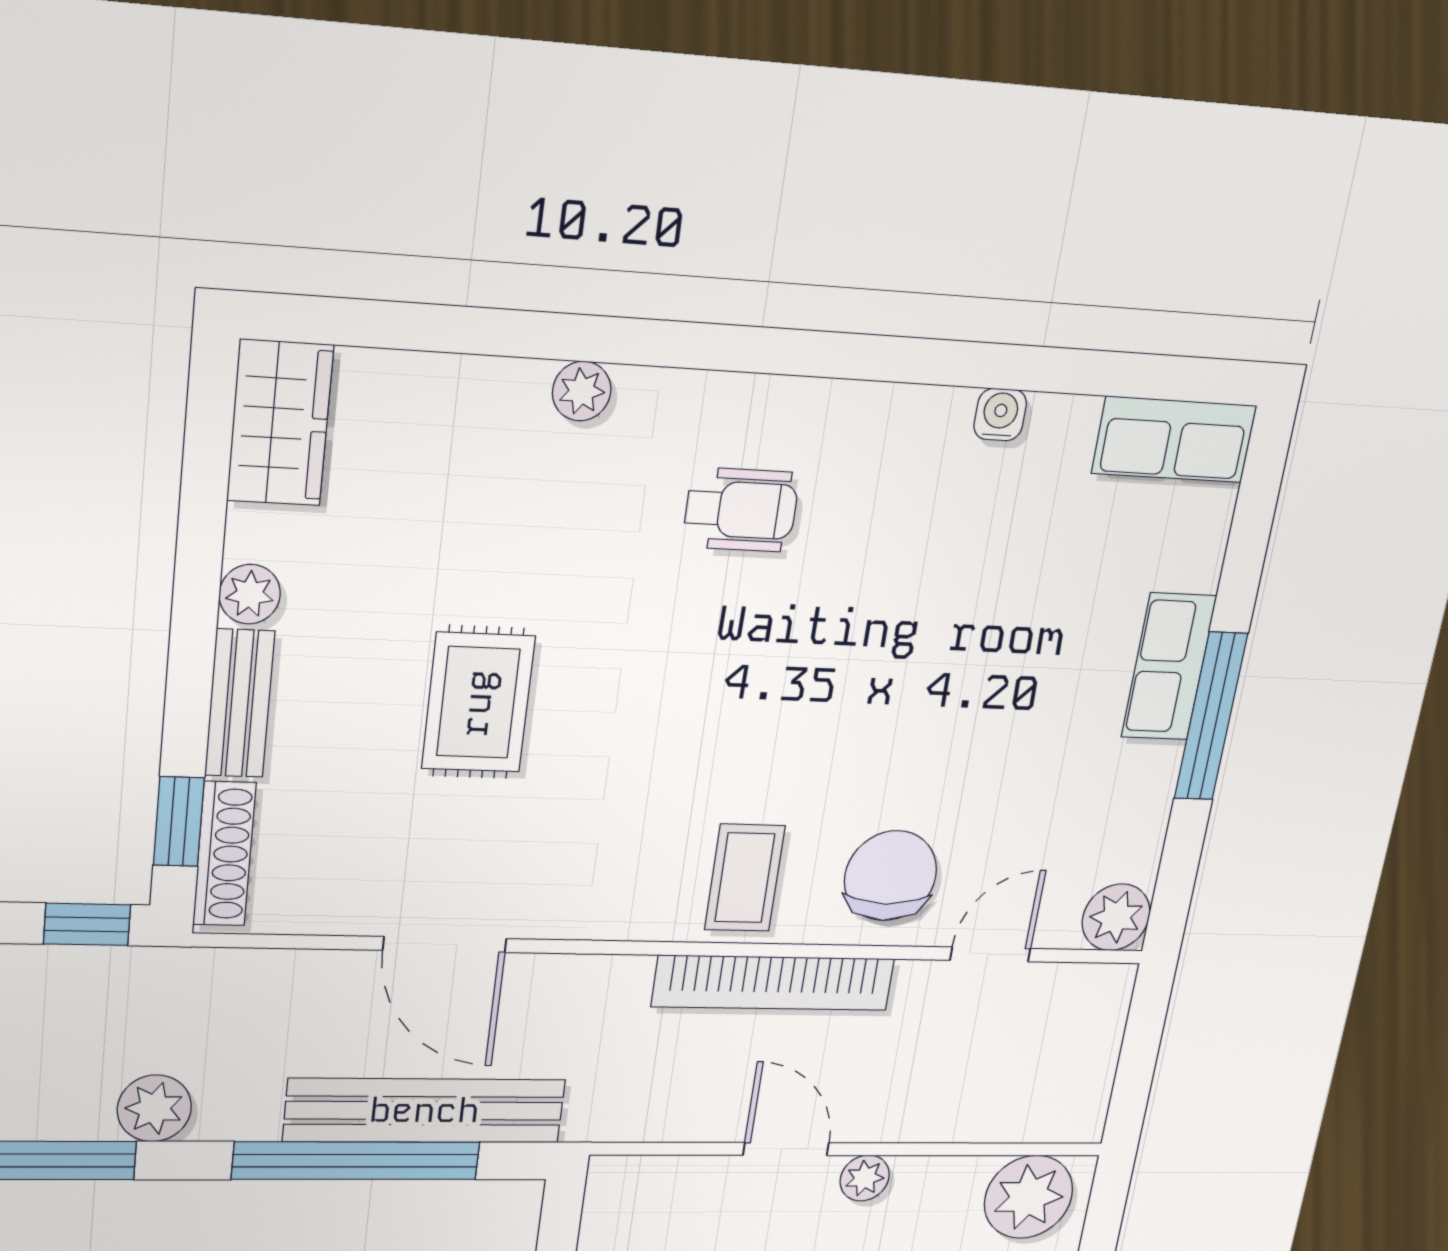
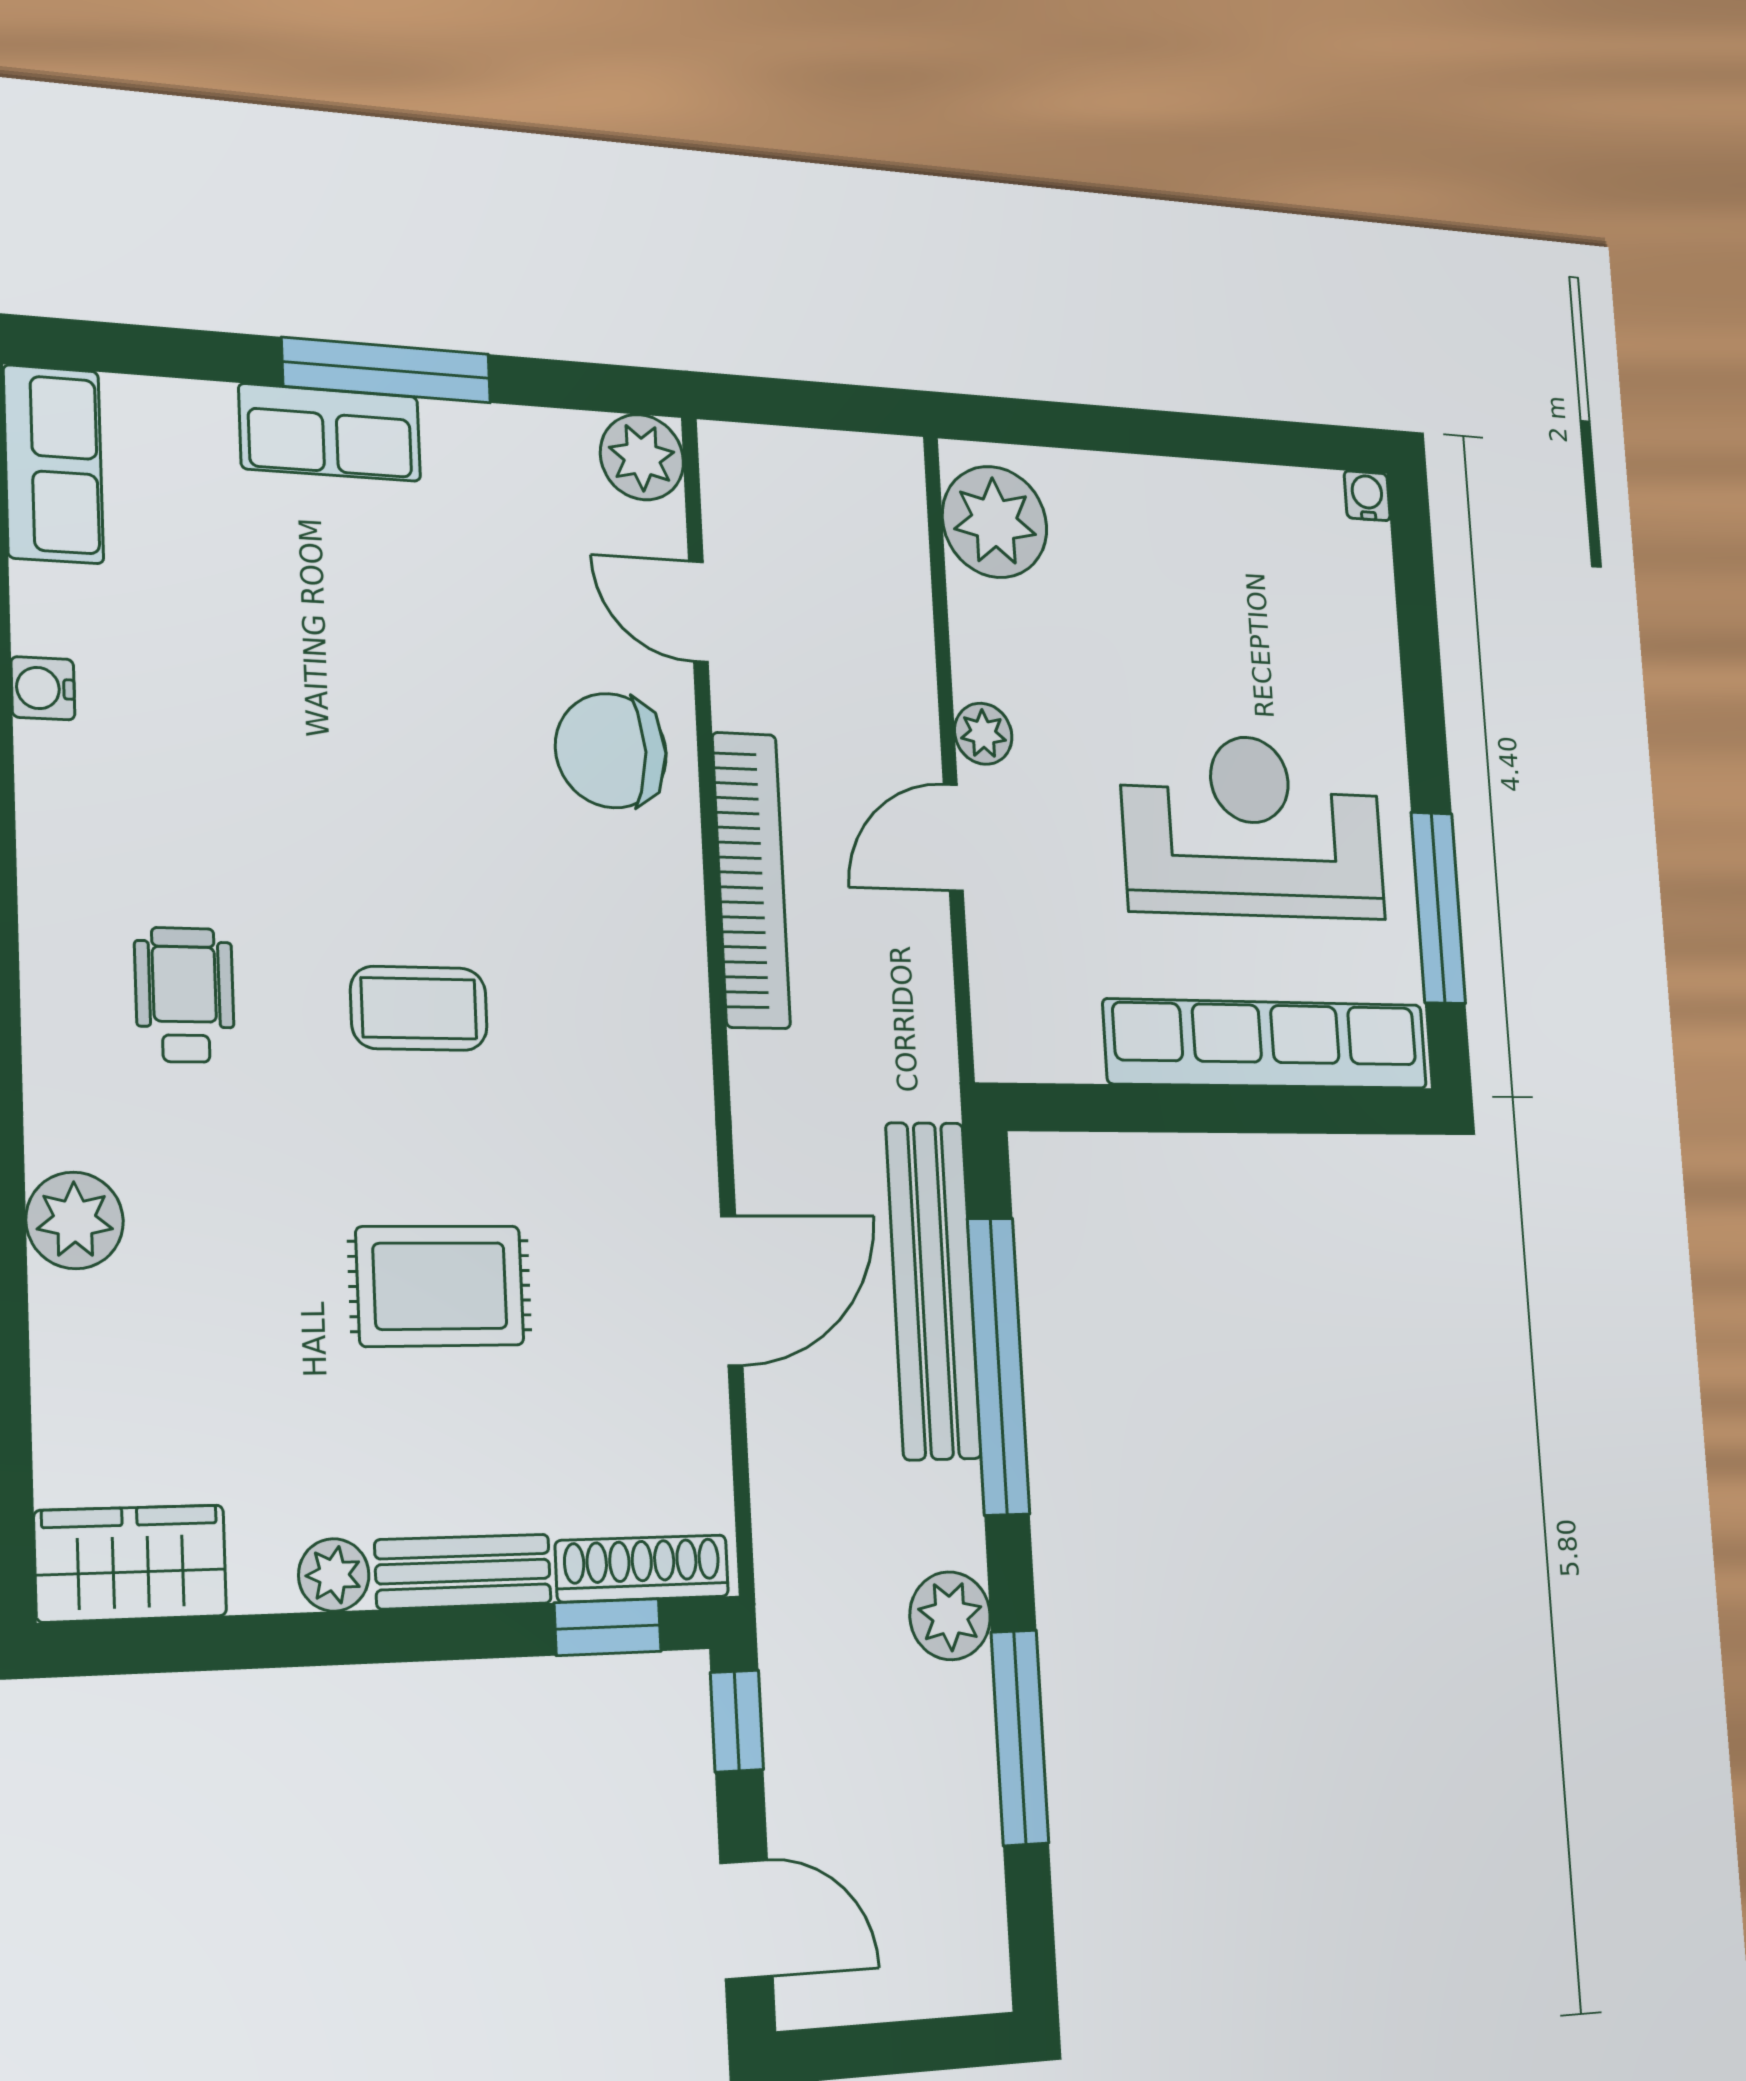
plant: (582, 391) -> (75, 1220), width x1.38, depth x1.38
coffee table: (745, 878) -> (419, 1008), moved

